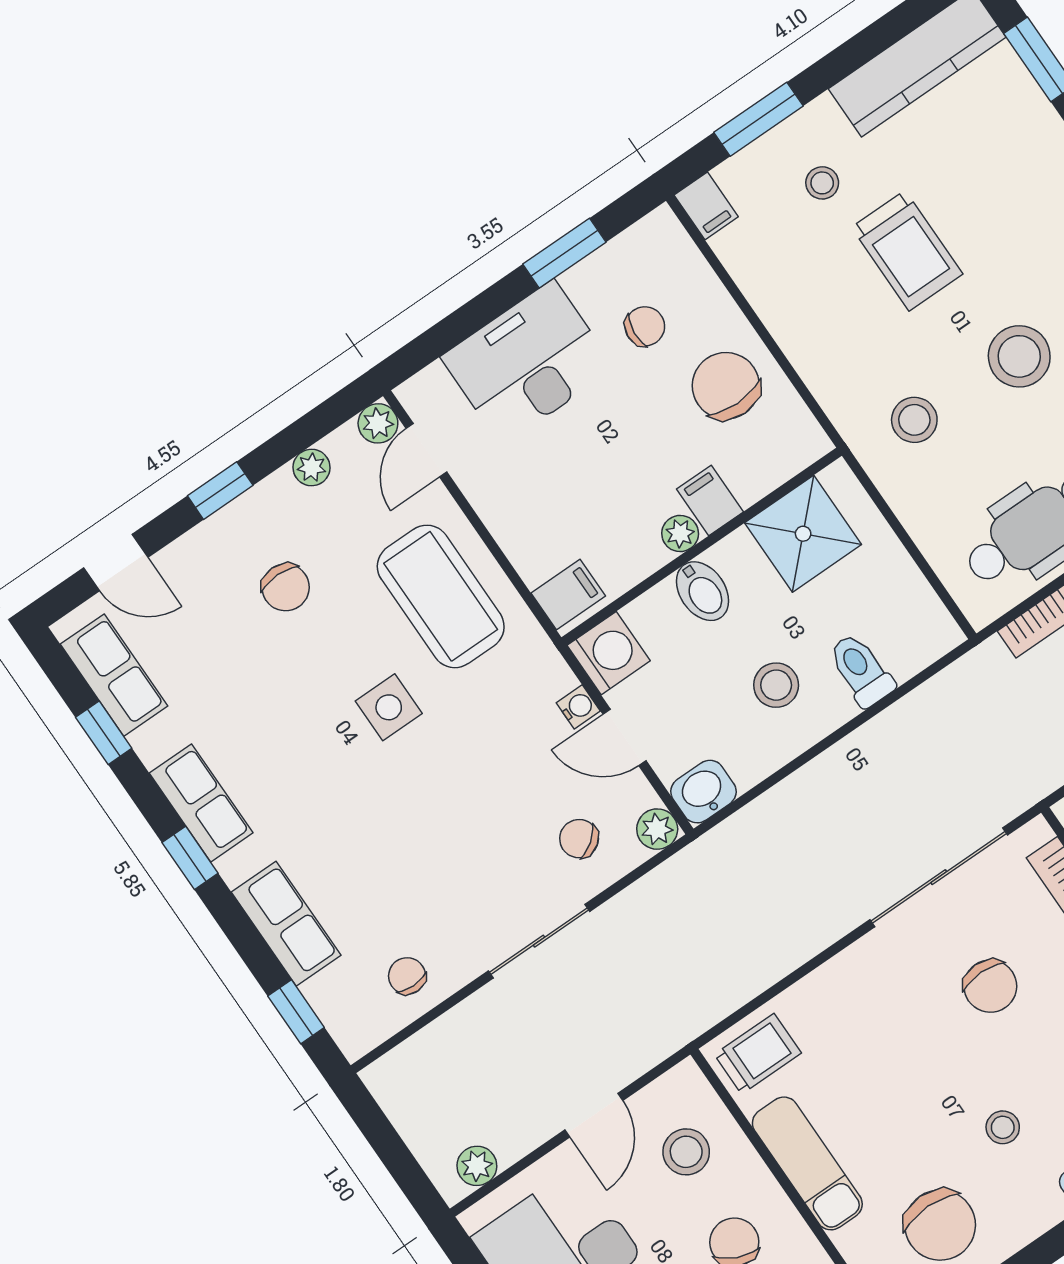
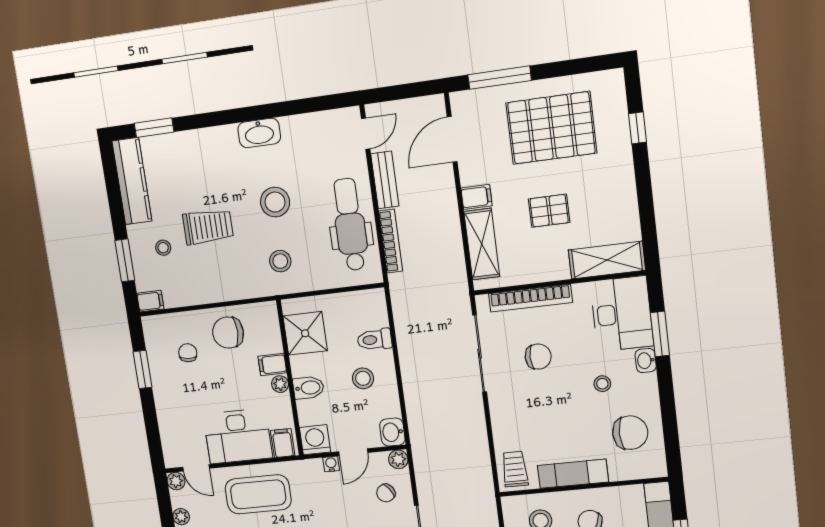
desk: (528, 363) -> (238, 436), moved, turned -90

